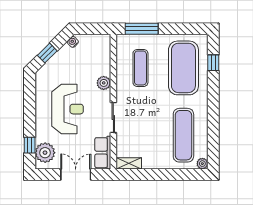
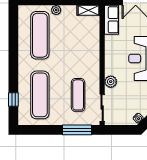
exercise mat: (183, 68) -> (40, 95), width x0.68
sliding door: (113, 117) -> (102, 108), moved
plant: (202, 164) -> (56, 10), moved

